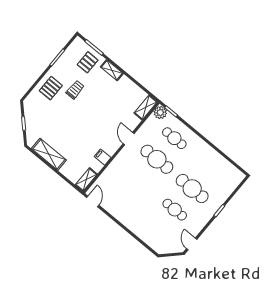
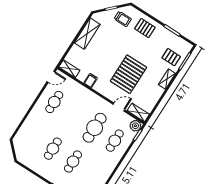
trolley: (75, 90) -> (123, 19), moved
pallet: (101, 113) -> (128, 74), added
door: (129, 139) -> (119, 107), moved
cafe table: (192, 189) -> (73, 162), width x0.73, depth x0.74
cafe table: (122, 201) -> (54, 102), added
door: (192, 244) -> (25, 167), removed

